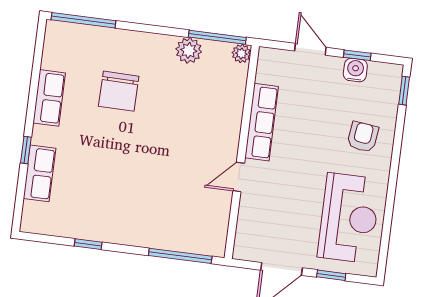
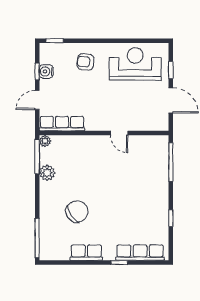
chair: (119, 91) -> (77, 211), turned -35
row of seats: (262, 122) -> (62, 124), moved
row of seats: (40, 173) -> (140, 253), width x1.48

